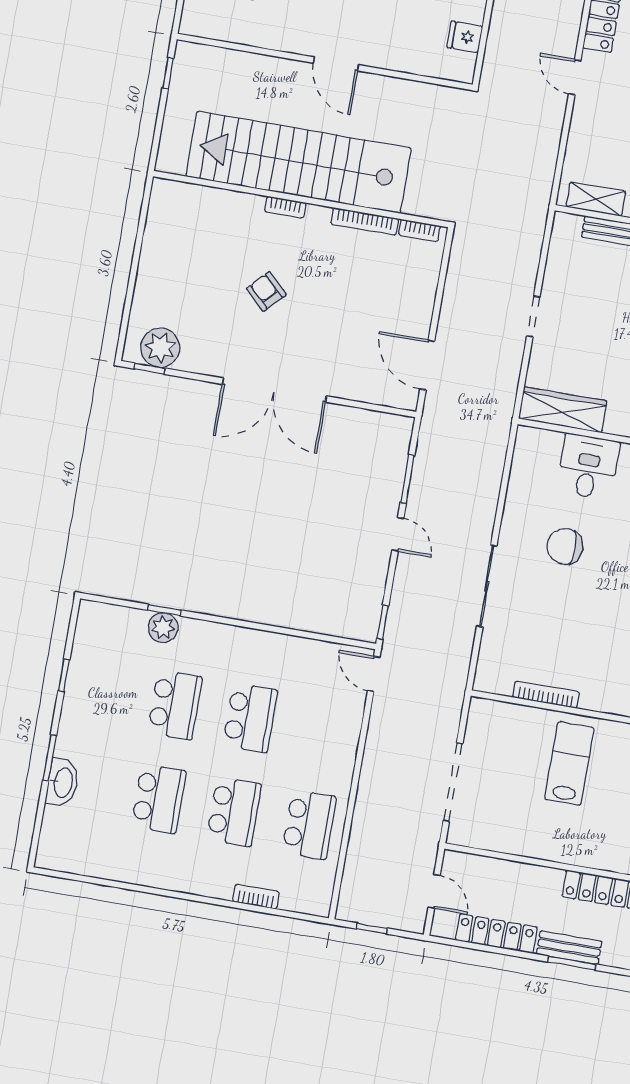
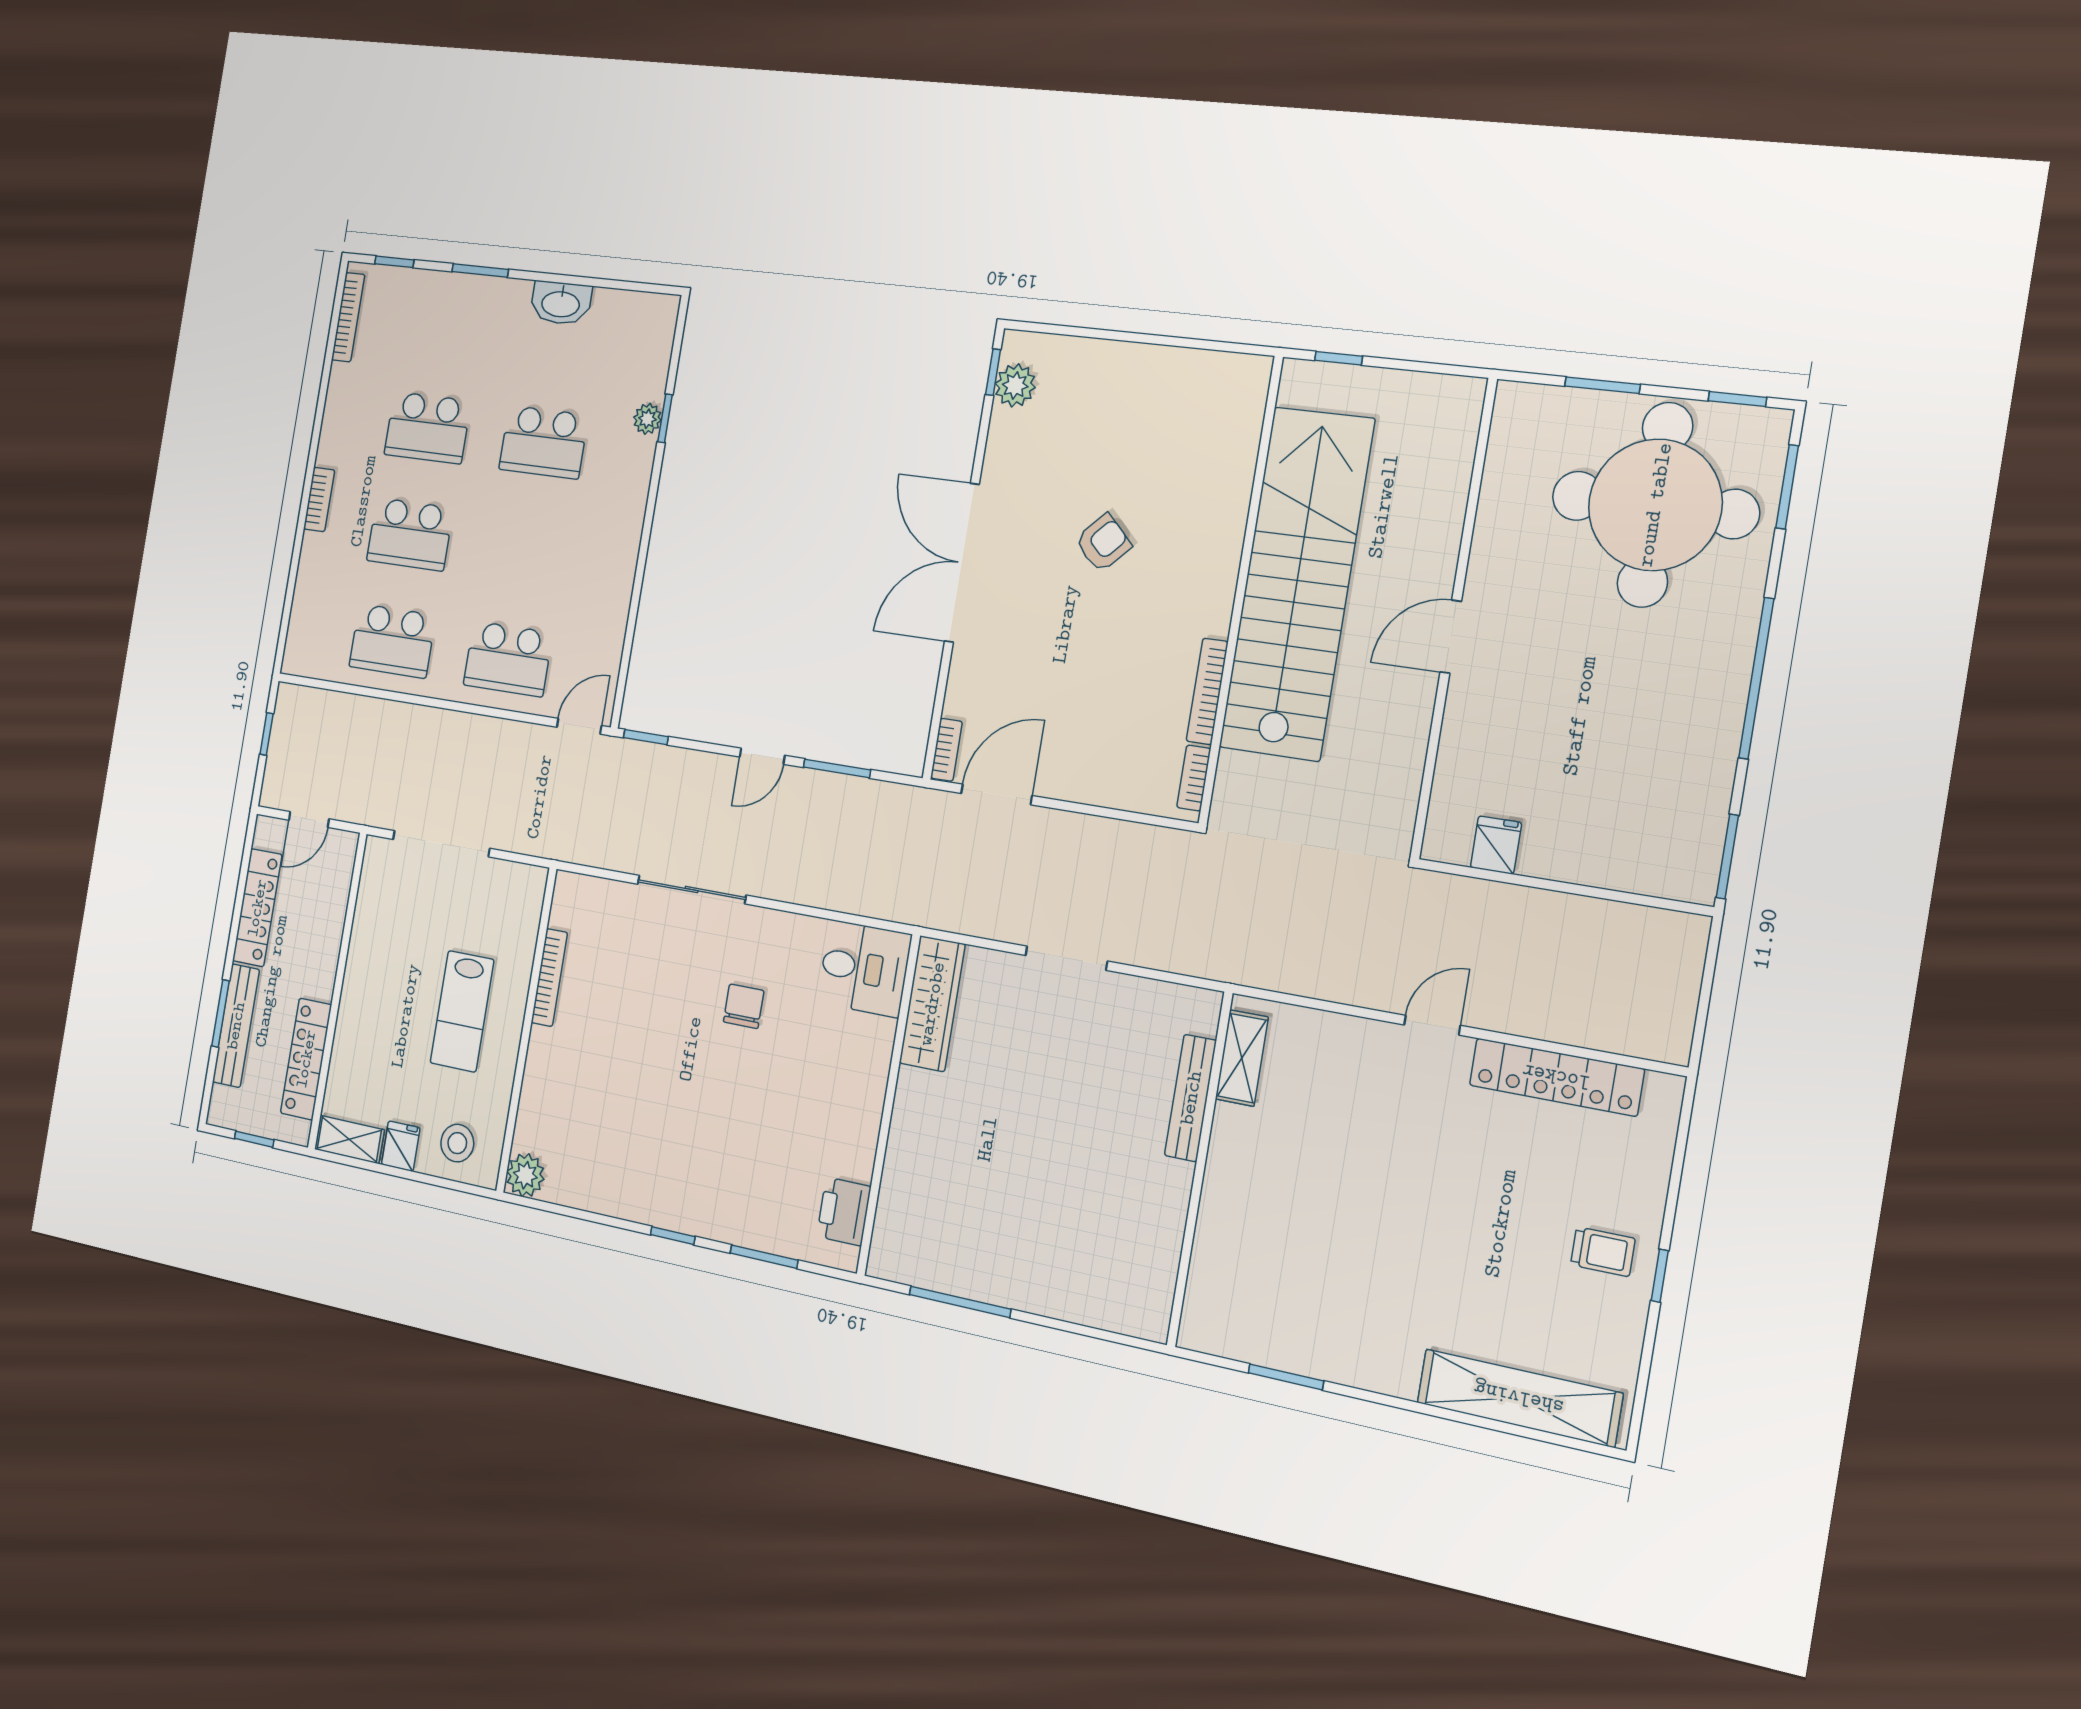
window: (168, 73) -> (1339, 358), moved
bookcase: (285, 207) -> (946, 750), moved, turned 180
doorway: (533, 316) -> (1066, 958), width x1.38
plant: (160, 348) -> (1015, 385), width x0.73, depth x0.73
desk: (588, 467) -> (864, 969), moved
chair: (565, 546) -> (744, 1006), width x0.73, depth x0.73
plant: (163, 628) -> (647, 419), width x0.73, depth x0.73
window: (64, 675) -> (394, 262), moved
school desk: (250, 718) -> (508, 659), moved
lab bench: (569, 763) -> (462, 1011), turned 90
washbasin: (62, 782) -> (561, 303), moved
bookcase: (74, 866) -> (348, 317), added
bookcase: (256, 897) -> (319, 499), moved
bench: (569, 948) -> (236, 1026), width x1.36

